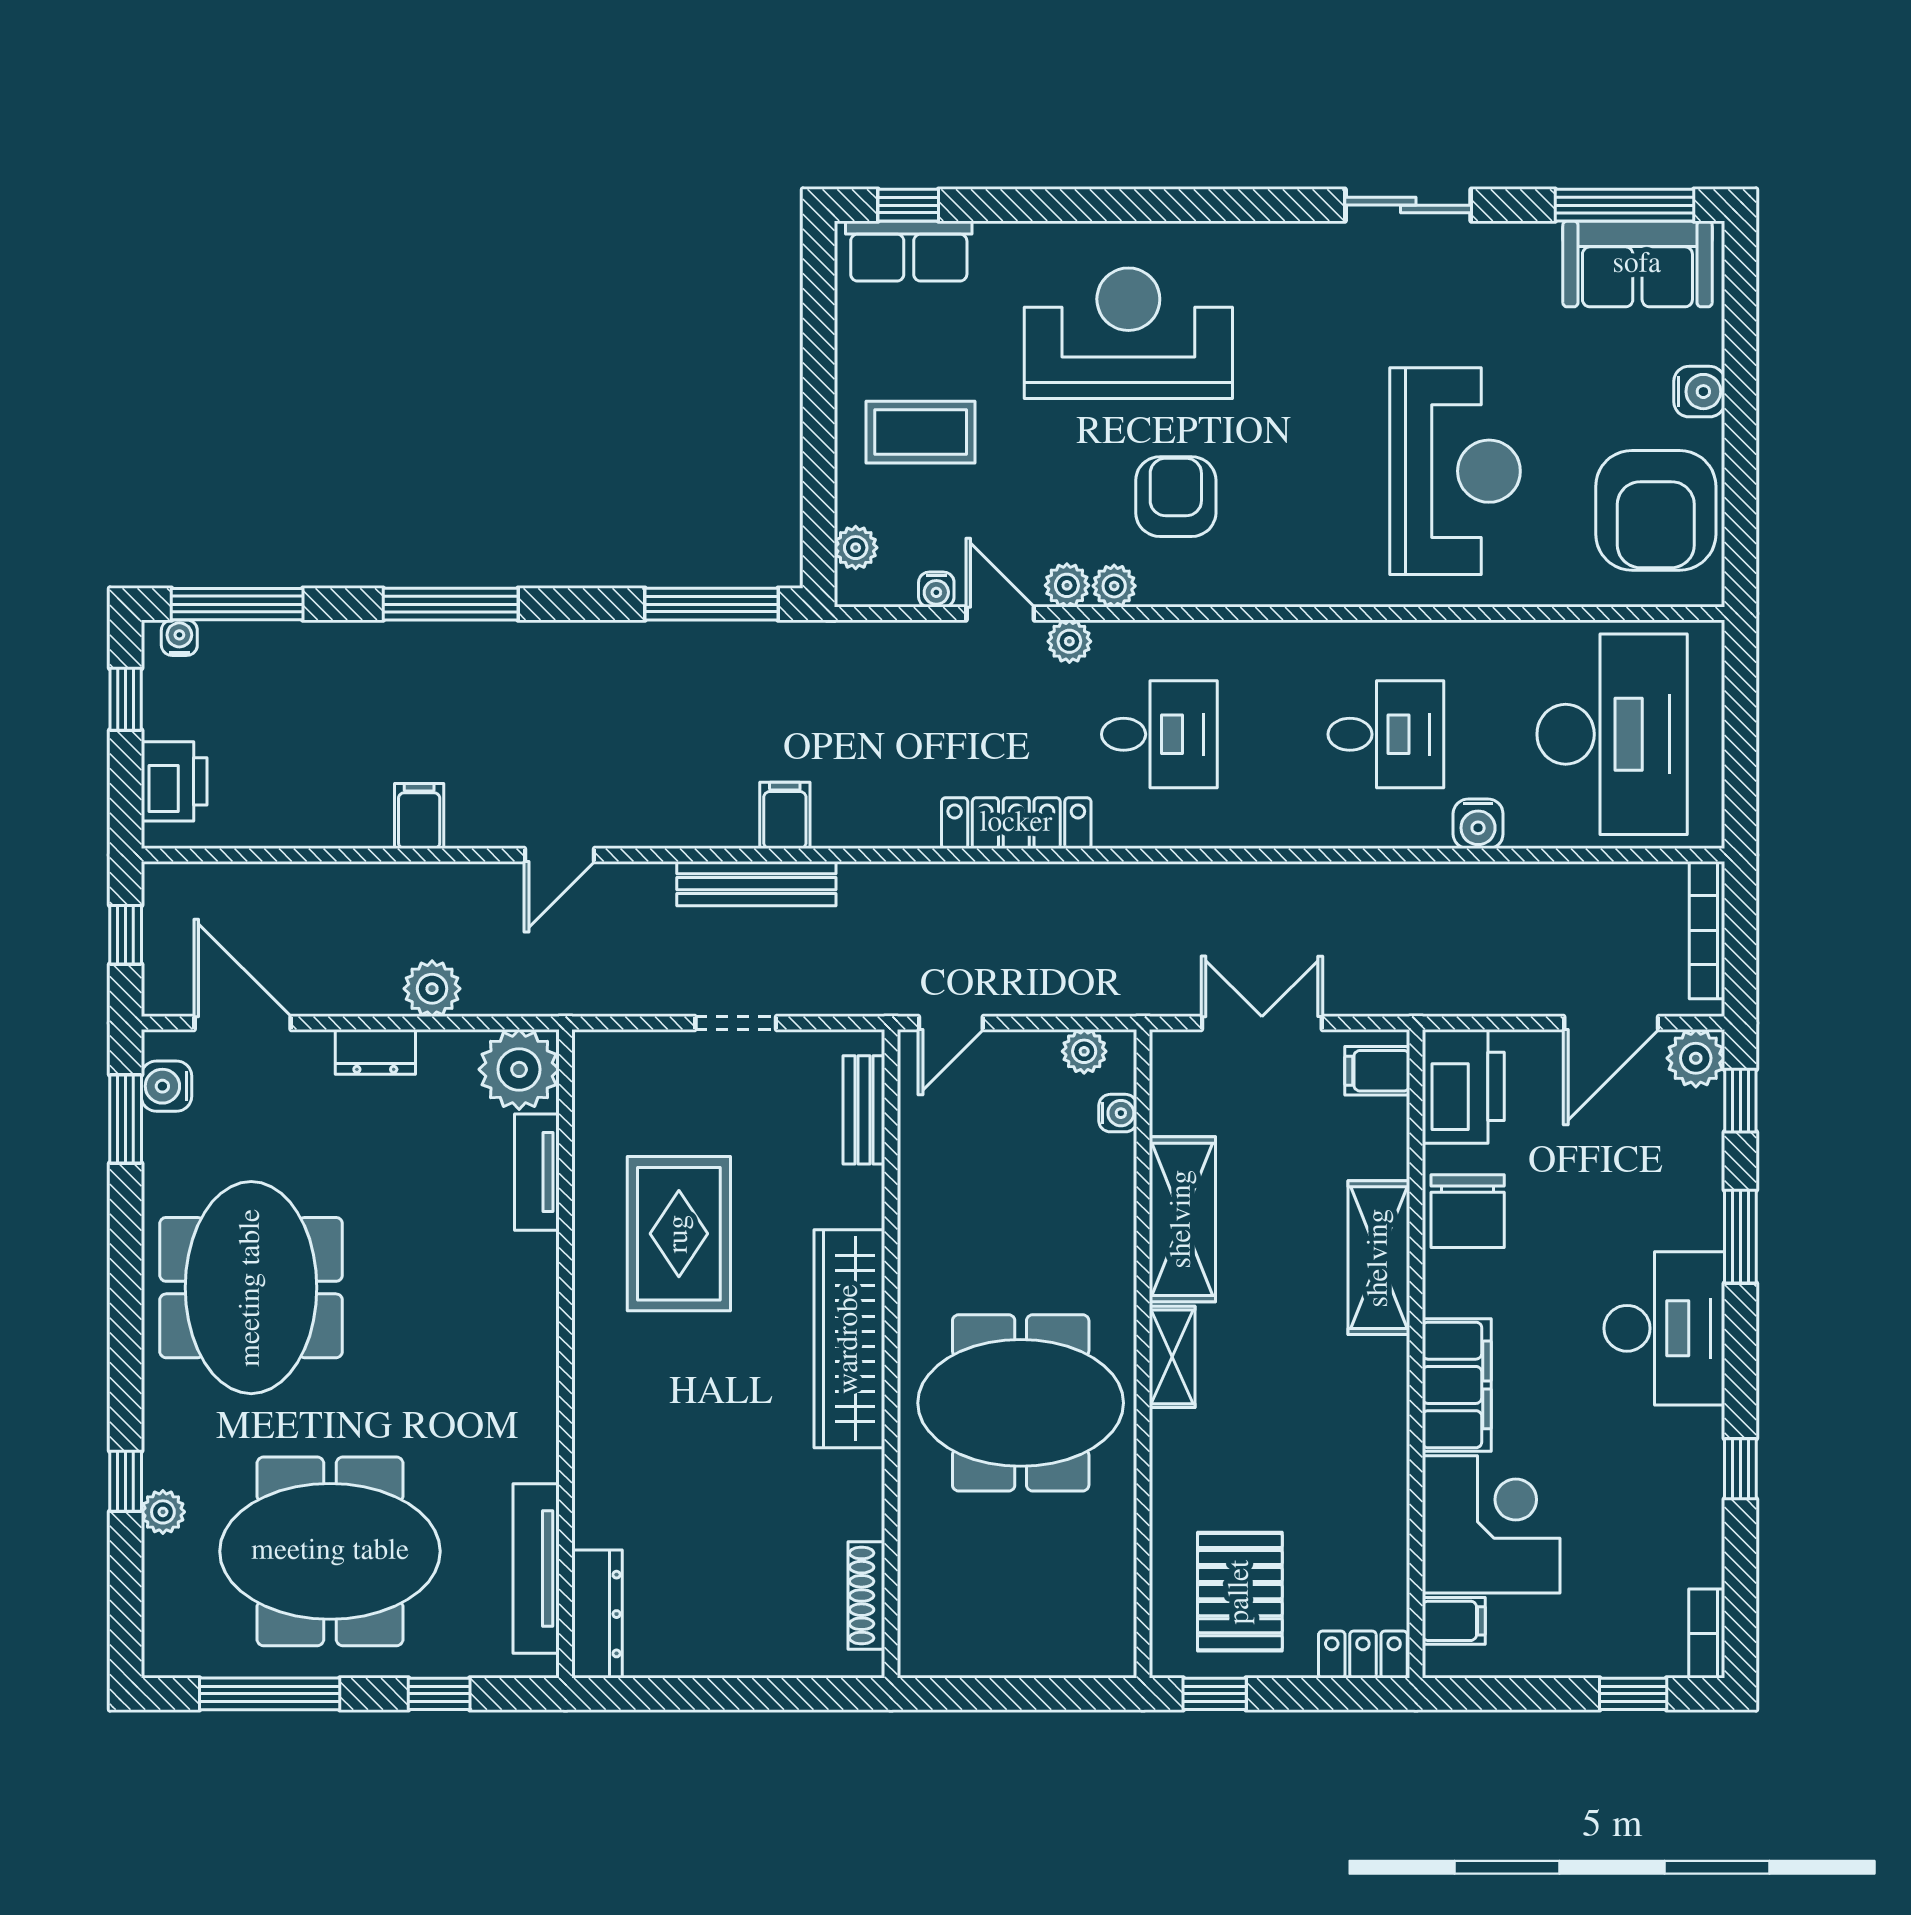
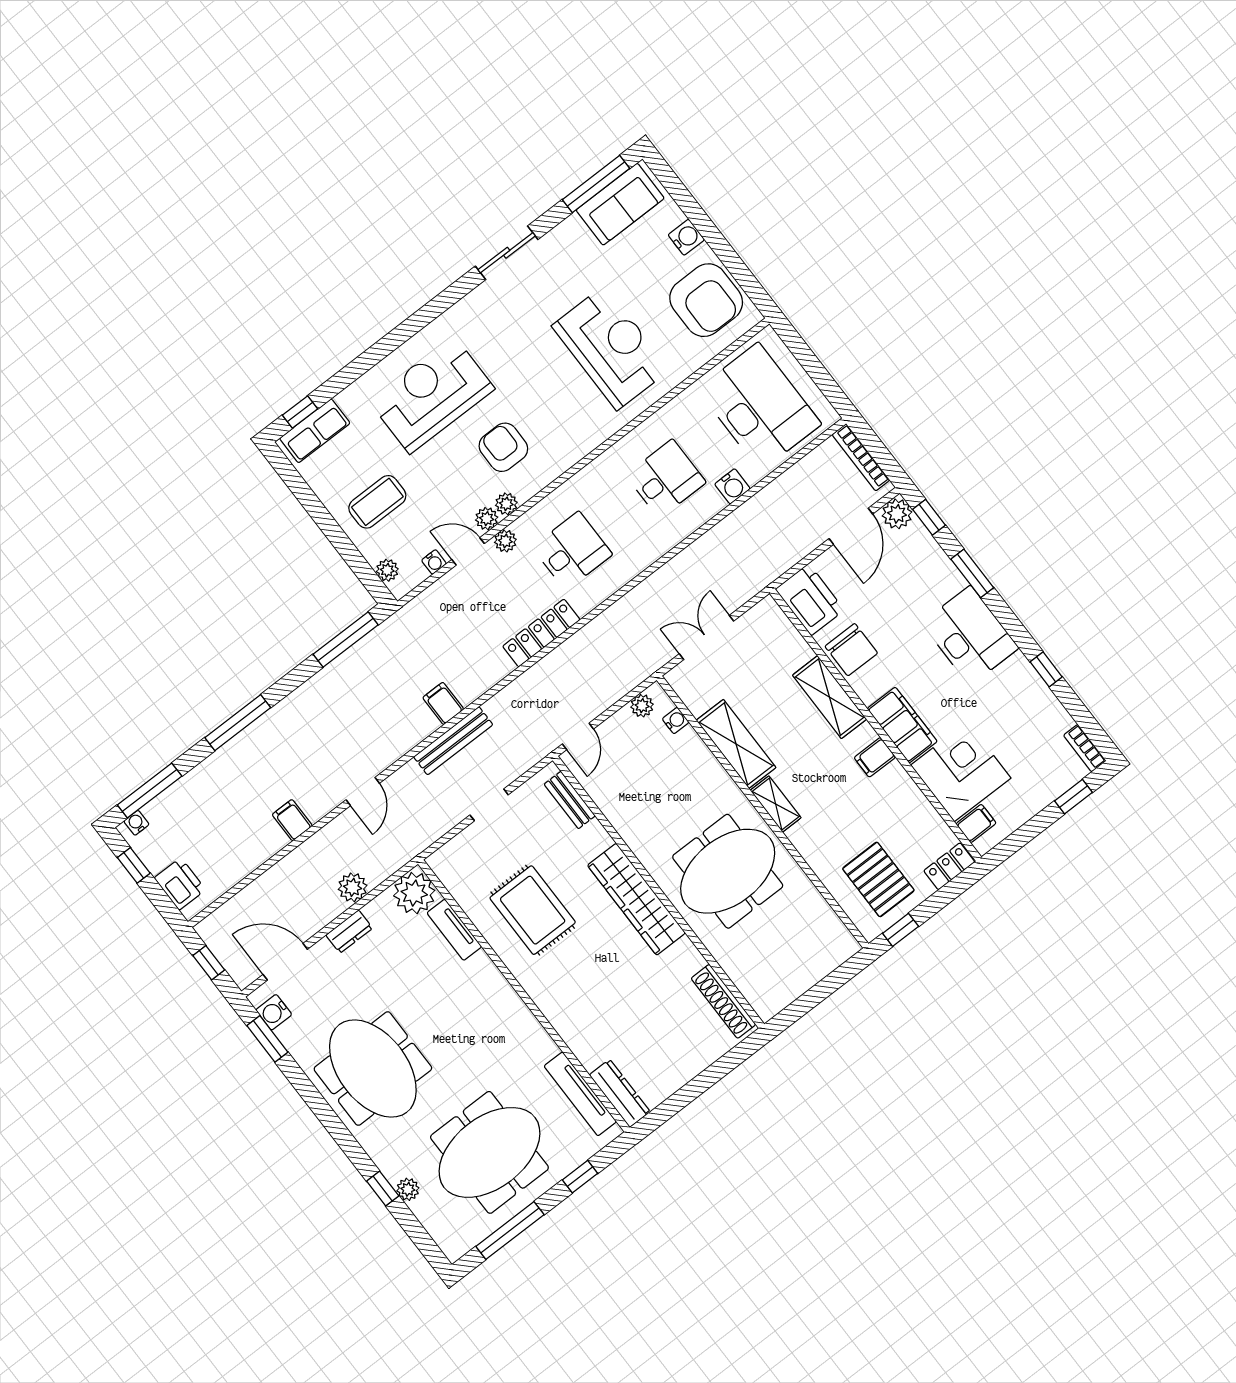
filing cabinet: (1377, 1071) -> (875, 757), moved
shoe rack: (866, 1595) -> (723, 1001), width x1.36, depth x1.24

